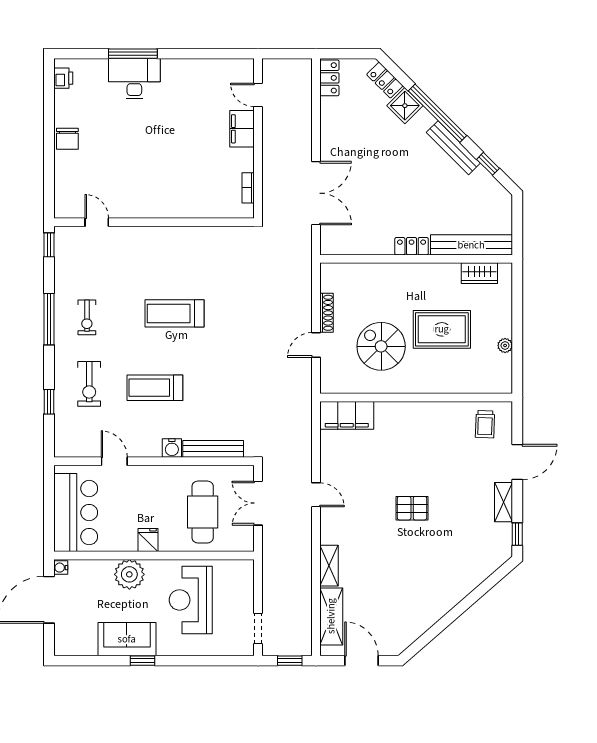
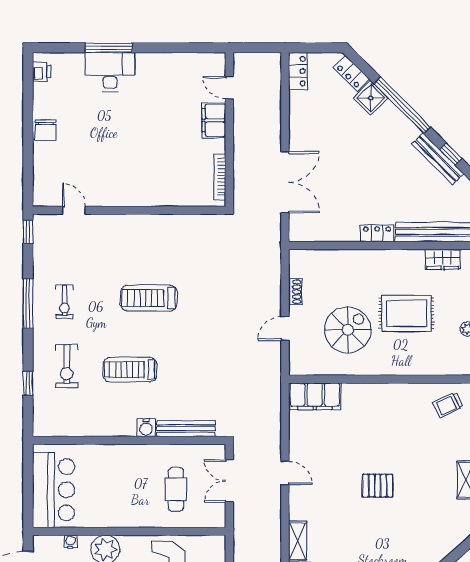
bench: (453, 148) -> (438, 159), moved
bookcase: (248, 188) -> (220, 177), width x1.56
shoe rack: (326, 313) -> (295, 292), width x0.70
spiral stairs: (381, 346) -> (348, 330), turned 90
trolley: (485, 424) -> (448, 405), turned 63
door: (114, 461) -> (91, 440), removed
cafe table: (203, 512) -> (176, 489), width x0.73, depth x0.74
fridge: (148, 540) -> (123, 516), removed
water cooler: (61, 568) -> (71, 542), moved, turned 90

